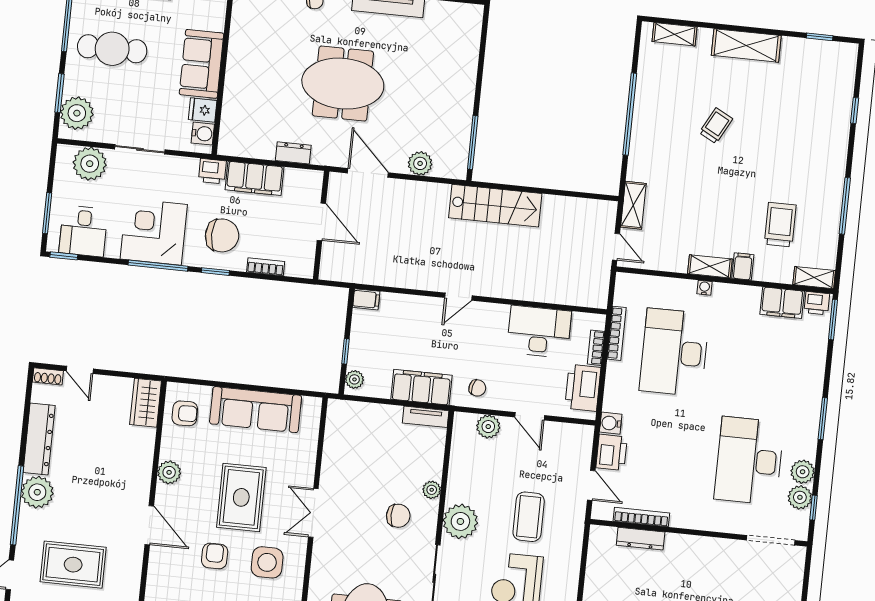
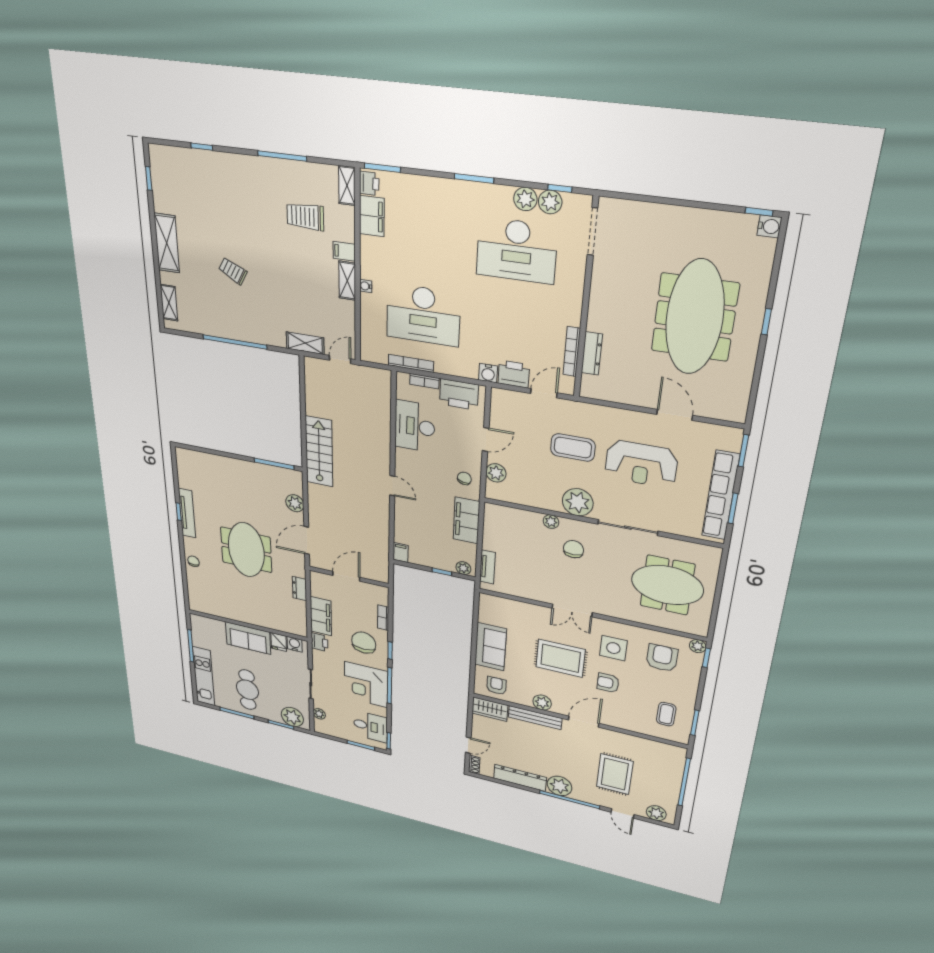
plant: (90, 164) -> (319, 714), width x0.53, depth x0.53
sofa: (256, 410) -> (491, 647), width x0.73
tv unit: (426, 417) -> (487, 567), moved
bench: (143, 462) -> (535, 718), added

